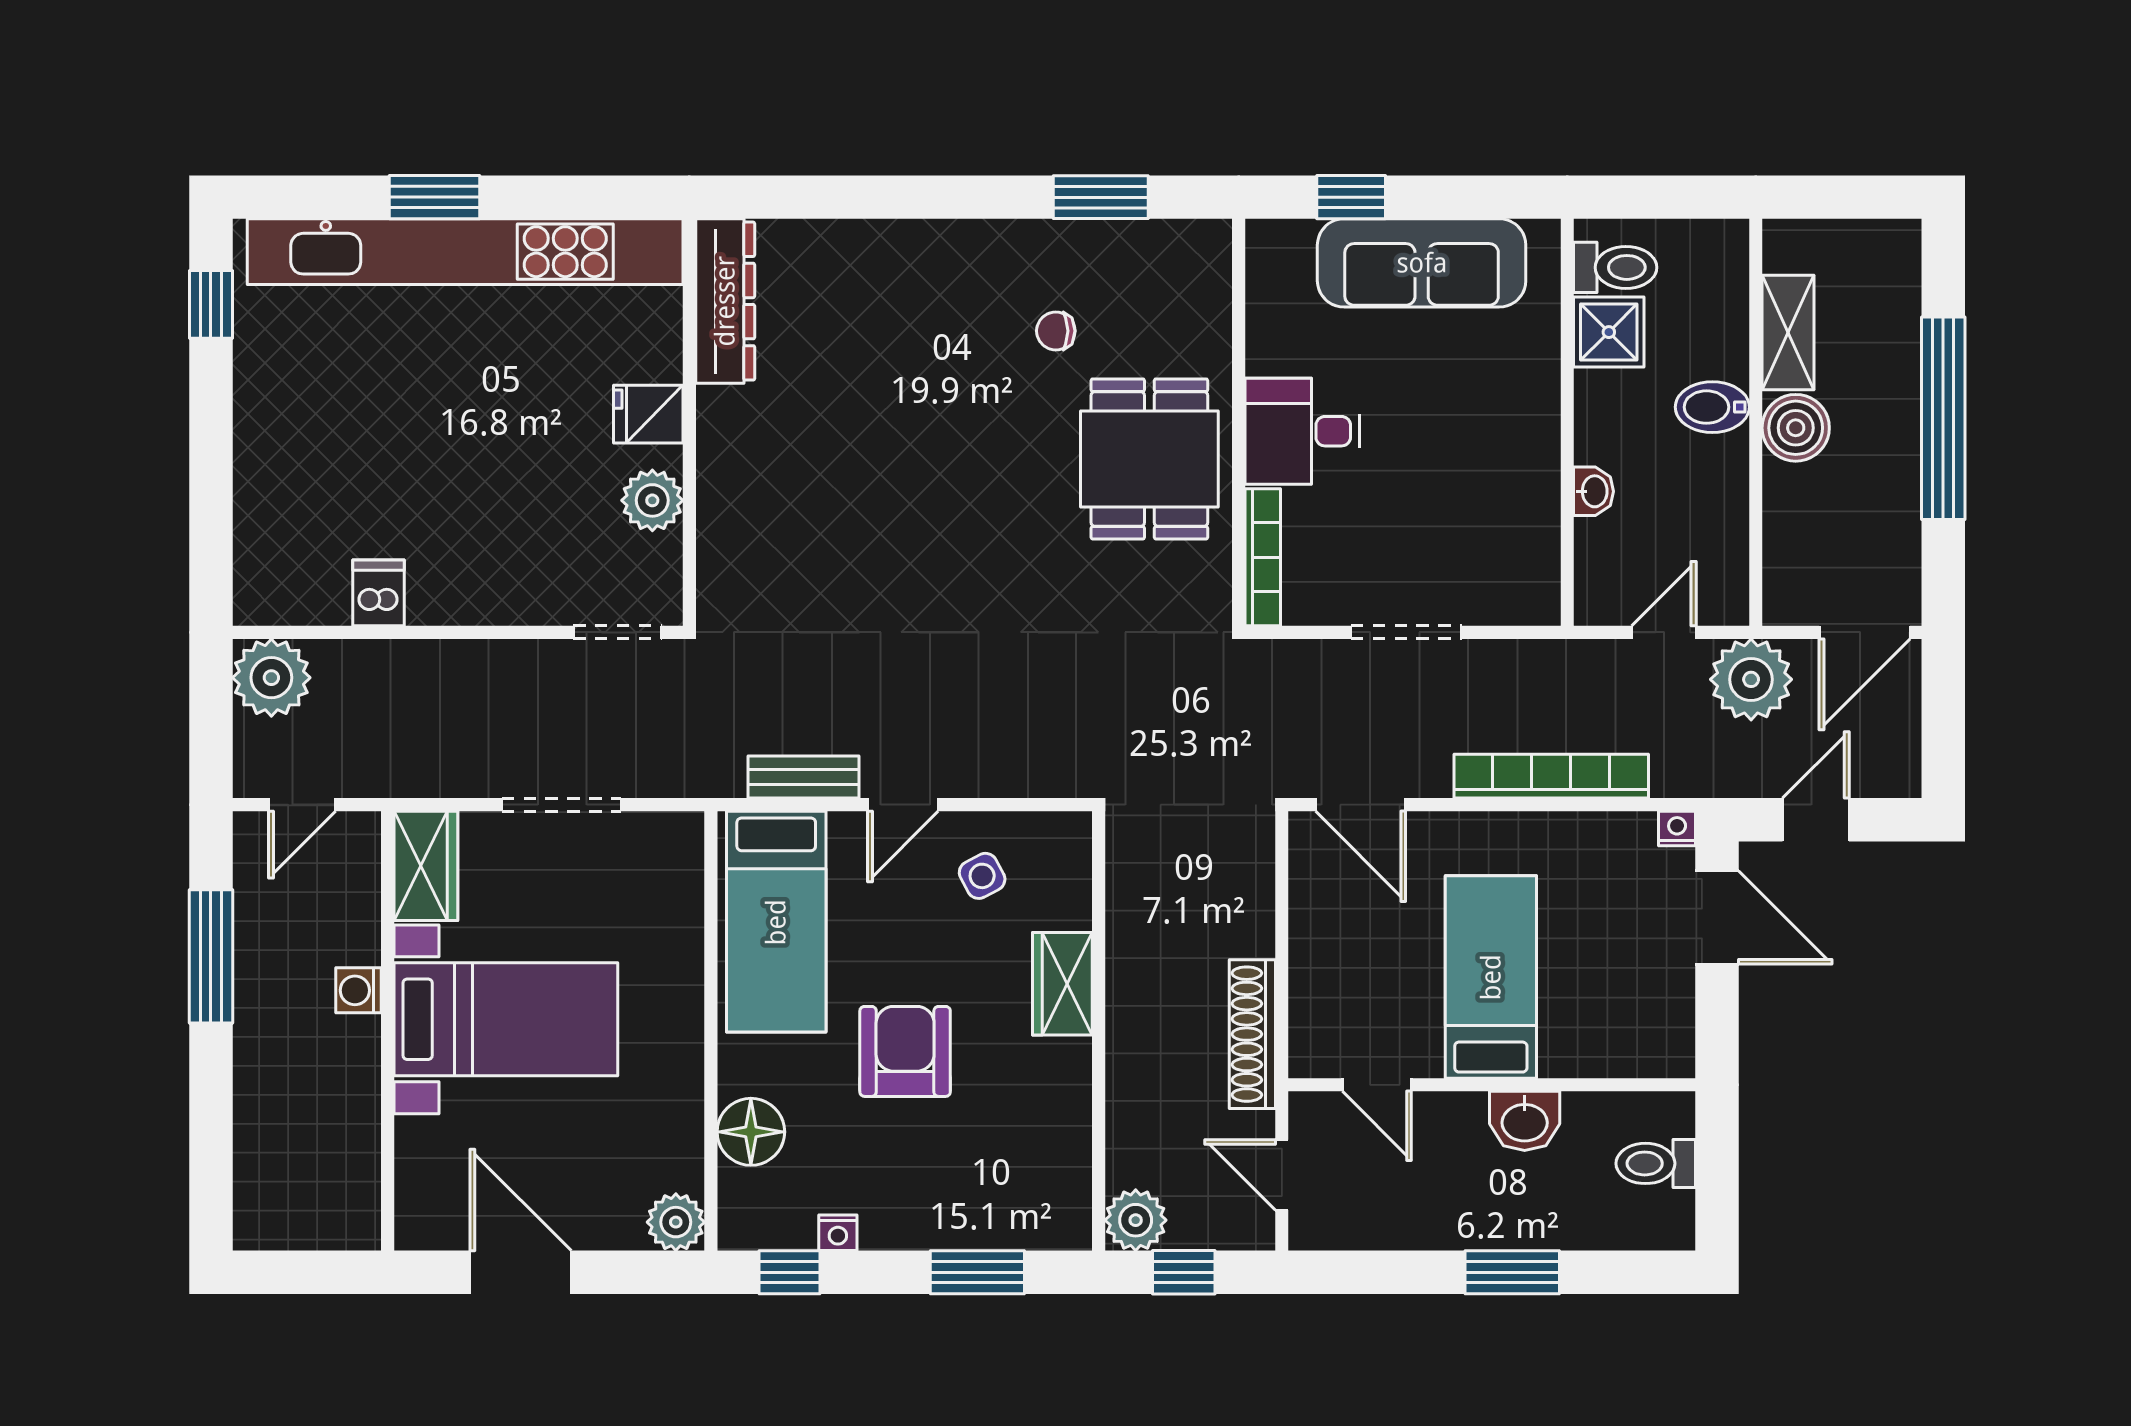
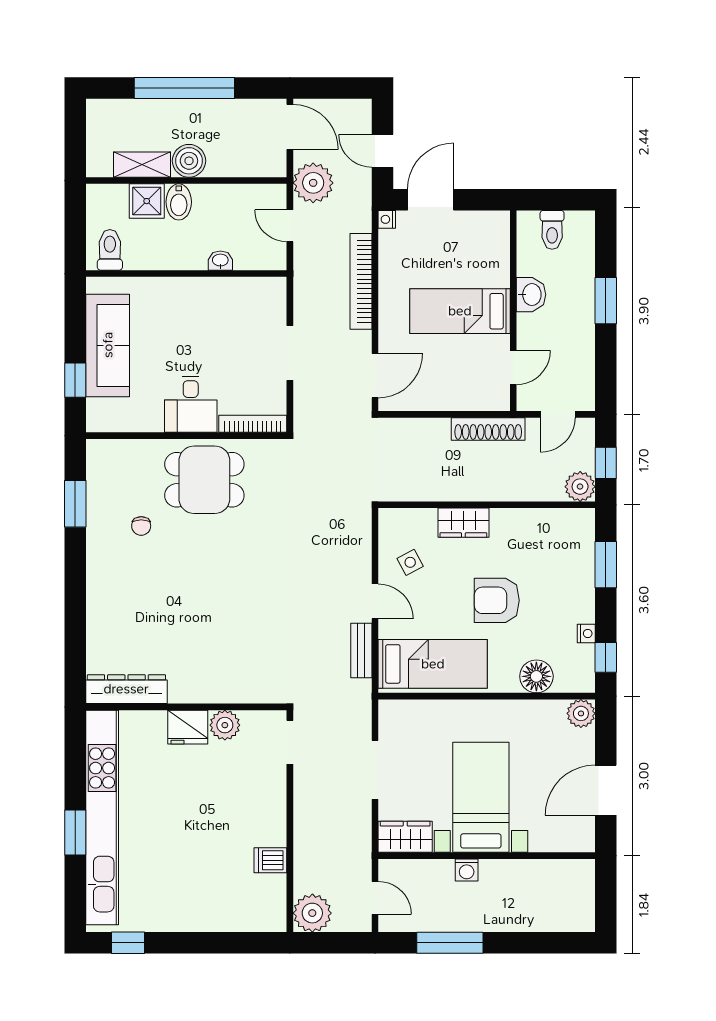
shower: (1609, 332) -> (147, 201), moved
fridge: (648, 414) -> (188, 727), width x1.38

